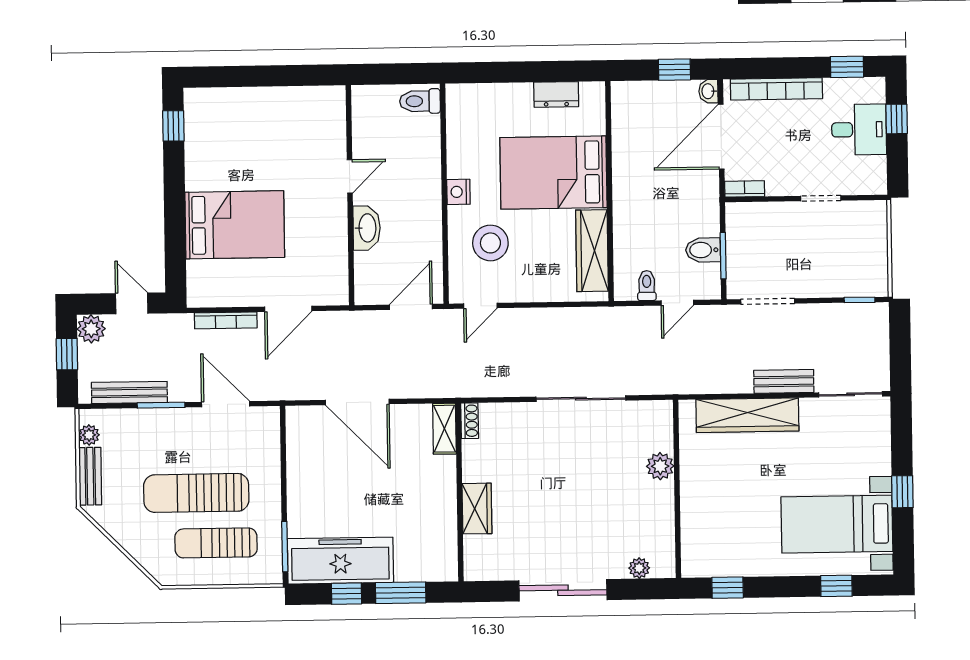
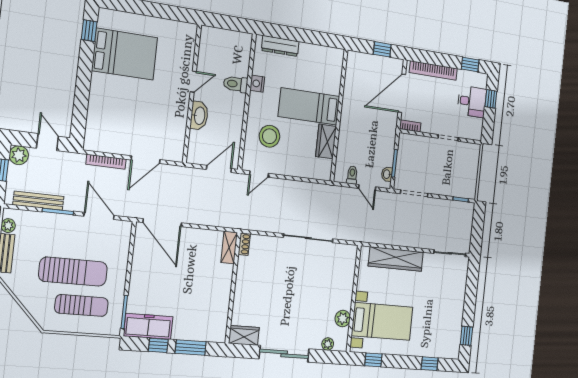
washbasin: (708, 91) -> (387, 174), moved
dresser: (556, 94) -> (280, 46), moved, width x1.44
toilet: (420, 101) -> (236, 84), moved
bed: (553, 173) -> (309, 106), width x0.67
nightstand: (458, 192) -> (257, 84), moved
bed: (235, 225) -> (125, 54), moved
bidet: (703, 250) -> (384, 158), removed
wardrobe: (592, 251) -> (326, 141), width x0.67
door: (677, 303) -> (367, 188), hinge flipped
bench: (784, 381) -> (417, 241), removed
door: (357, 402) -> (162, 223), moved
plant: (660, 466) -> (343, 318), moved
window: (902, 492) -> (466, 336), moved
sun lounger: (196, 493) -> (73, 272), turned 180
wardrobe: (477, 509) -> (244, 335), moved, turned -90
bed with nightstands: (837, 524) -> (382, 321), moved, turned 180
sun lounger: (216, 543) -> (81, 305), turned 180
freezer: (340, 561) -> (148, 326), width x0.73, depth x0.79

